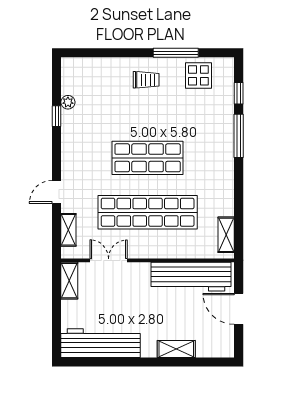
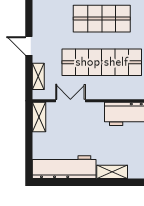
door: (57, 192) -> (29, 46), hinge flipped
shelving: (176, 349) -> (112, 172), moved

